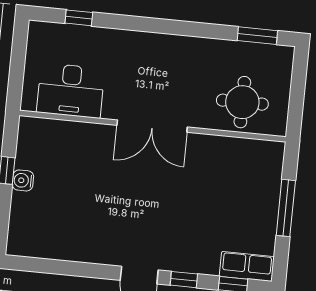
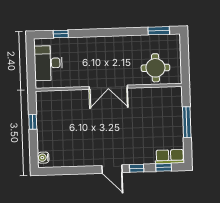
desk: (71, 90) -> (48, 63), moved, turned 90
water cooler: (23, 180) -> (43, 158), moved

